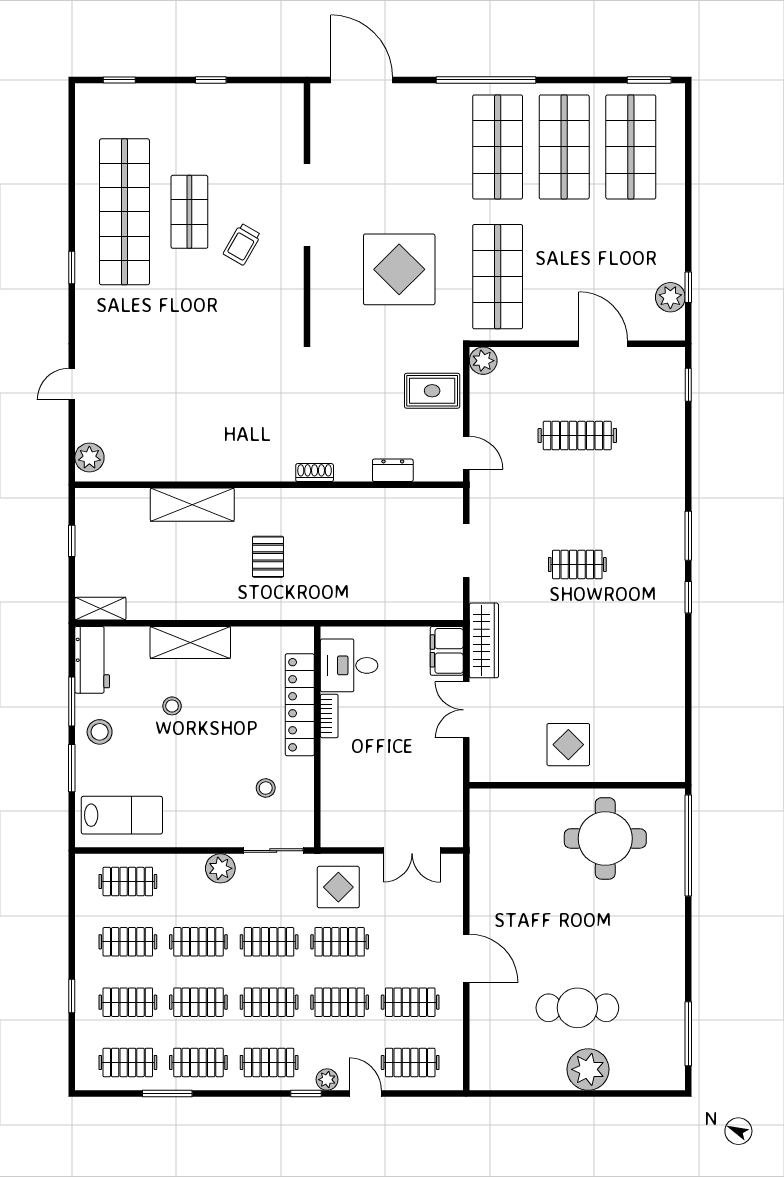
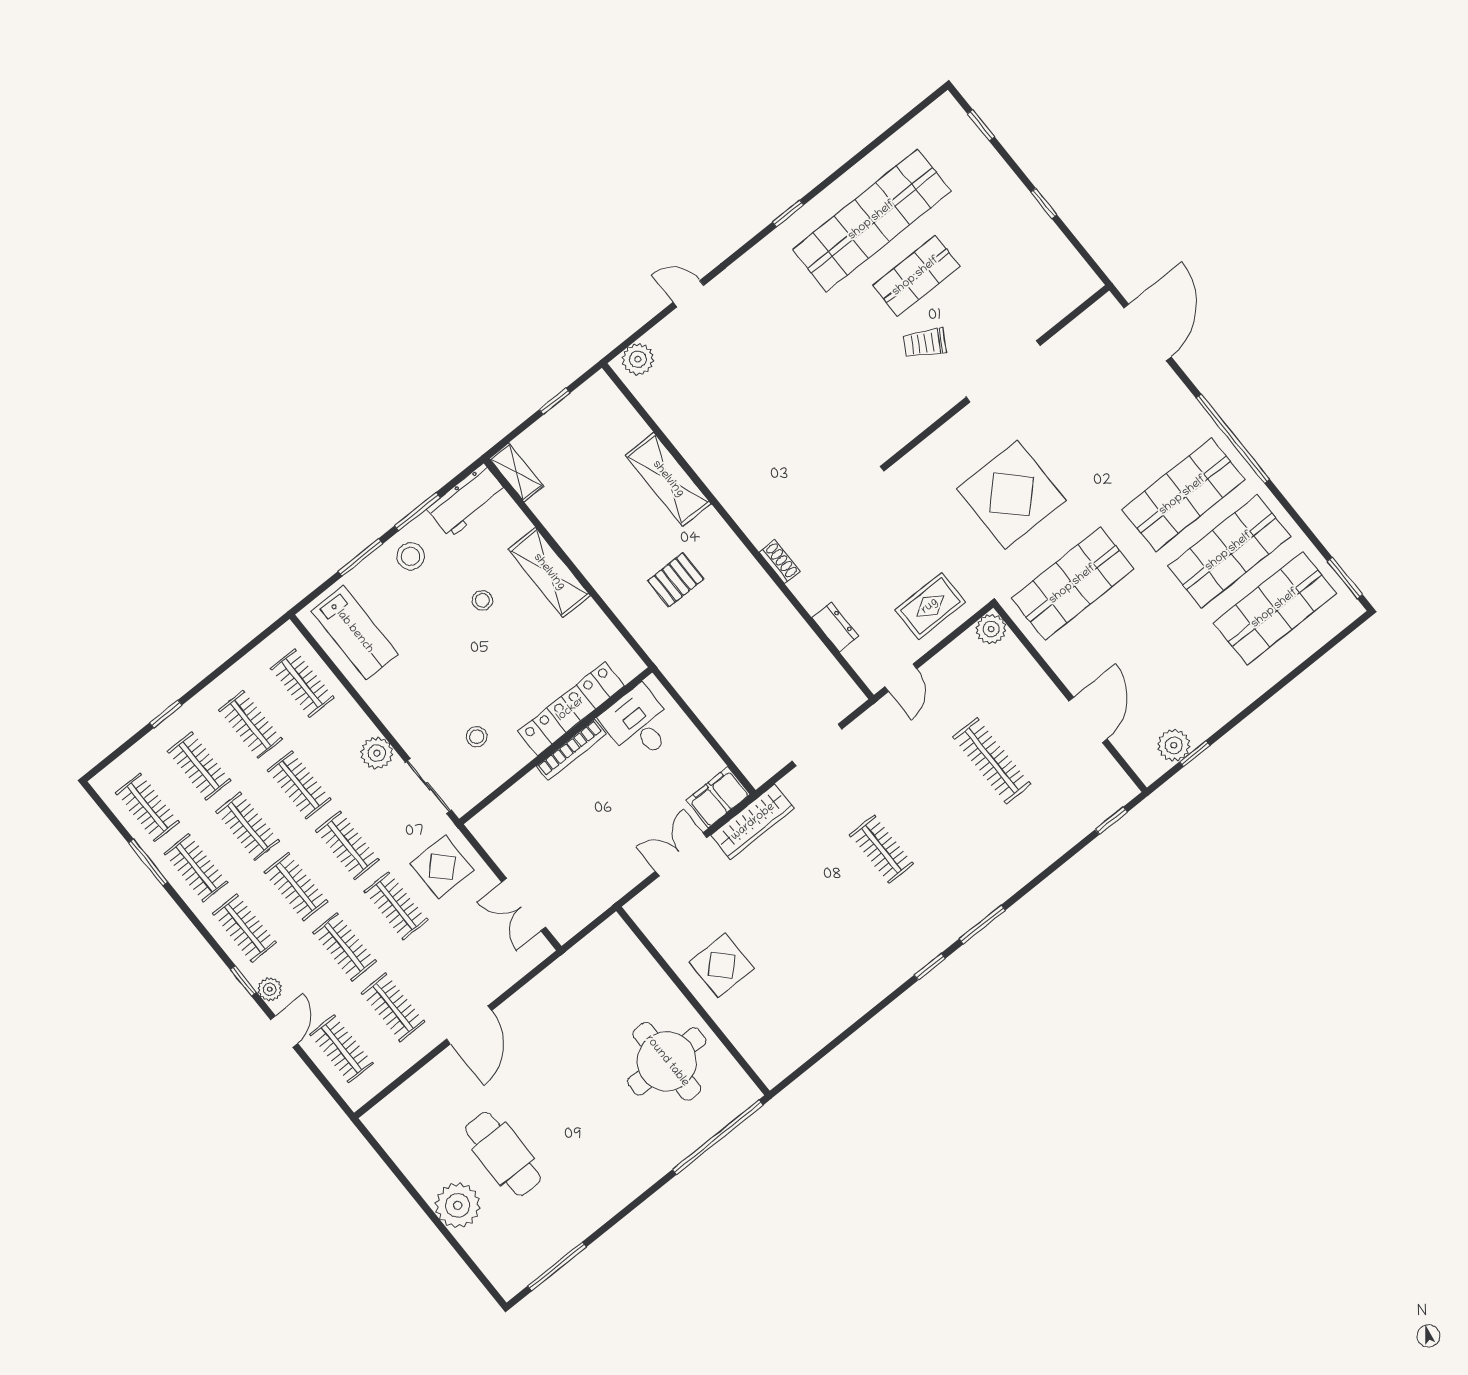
rug: (432, 391) -> (930, 606), turned 90
bookcase: (329, 716) -> (571, 750), width x1.56

